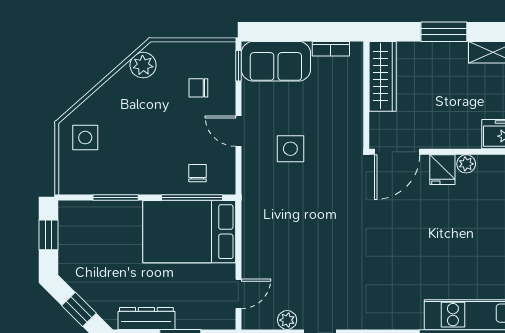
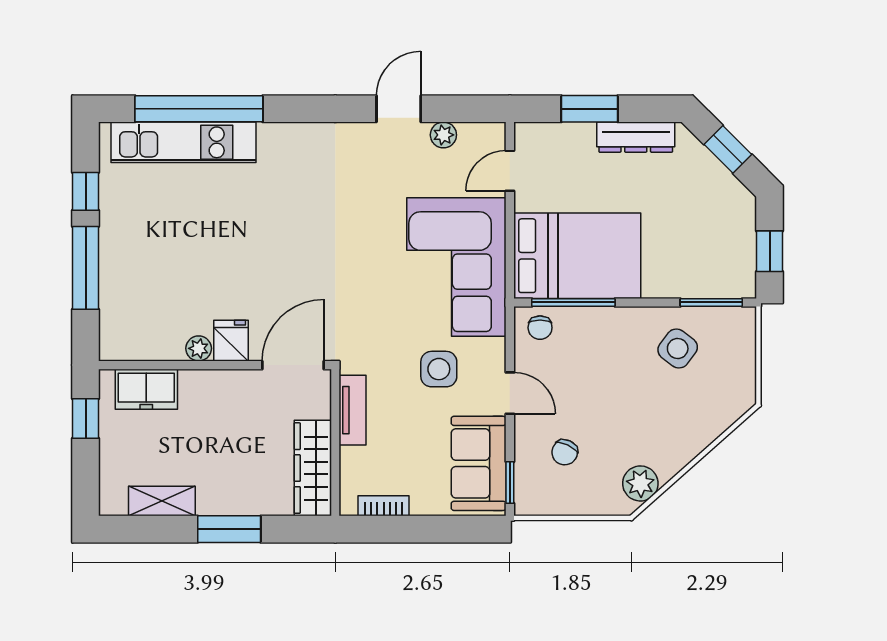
sofa: (276, 61) -> (479, 463), moved, turned -90
chair: (198, 88) -> (565, 452), turned 115
tv unit: (354, 119) -> (353, 410), added
side table: (85, 138) -> (678, 348), moved, turned 37
chair: (197, 173) -> (540, 328), moved
window: (116, 197) -> (711, 302), moved
corner sofa: (278, 223) -> (456, 267), added

